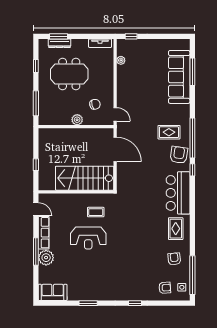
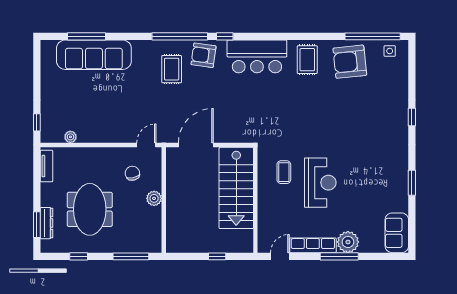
rug: (176, 229) -> (307, 60), turned 90
armchair: (174, 259) -> (350, 62), width x1.88, depth x1.88
armchair: (165, 288) -> (390, 75), removed

